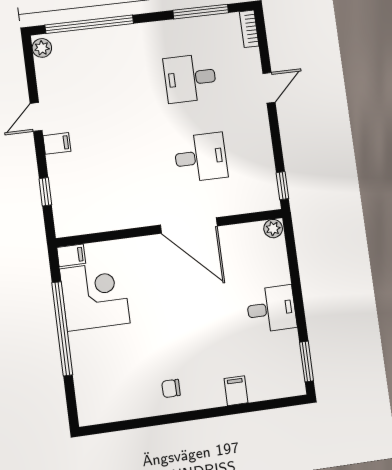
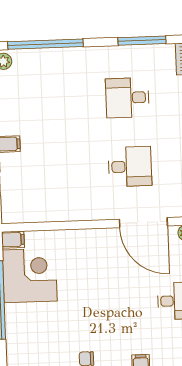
door: (189, 226) -> (143, 223), moved

